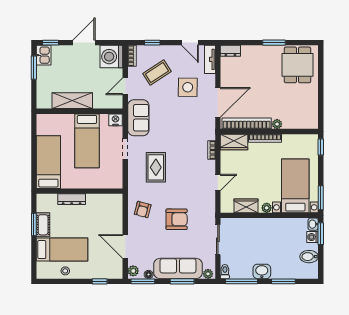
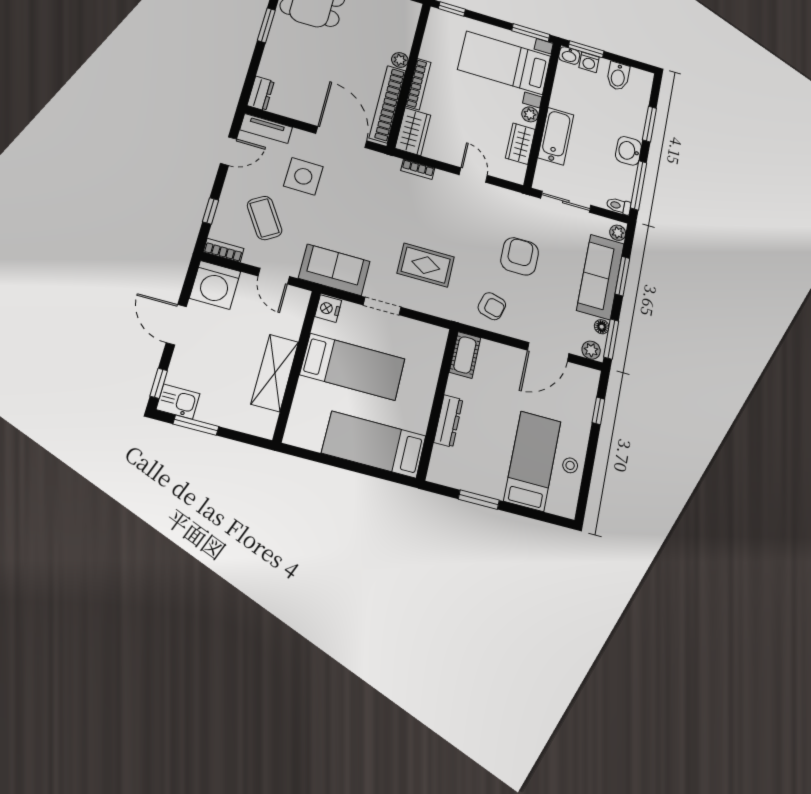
cot: (43, 225) -> (465, 355), moved, turned 90
bathtub: (257, 226) -> (556, 136), added

